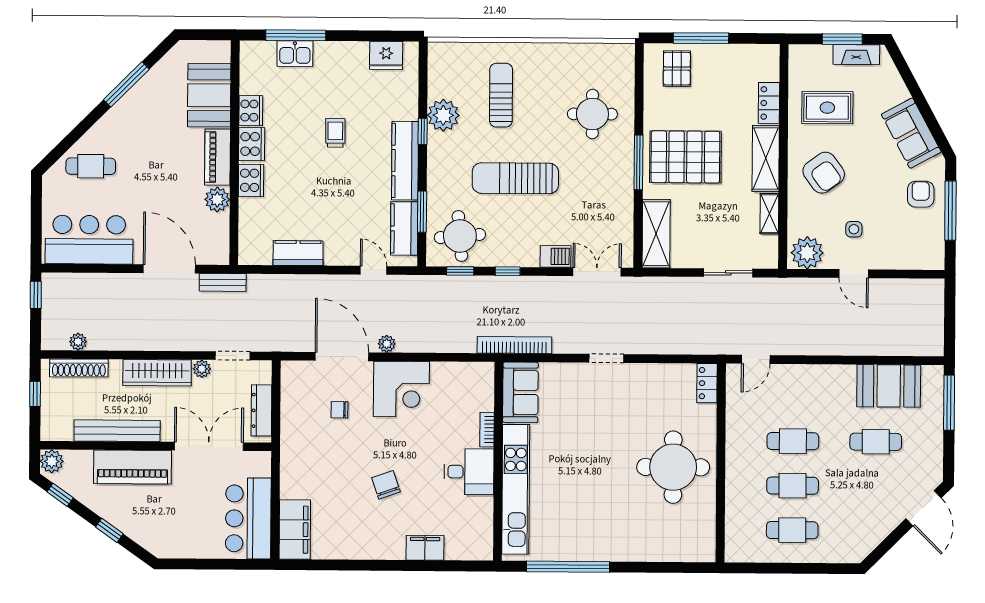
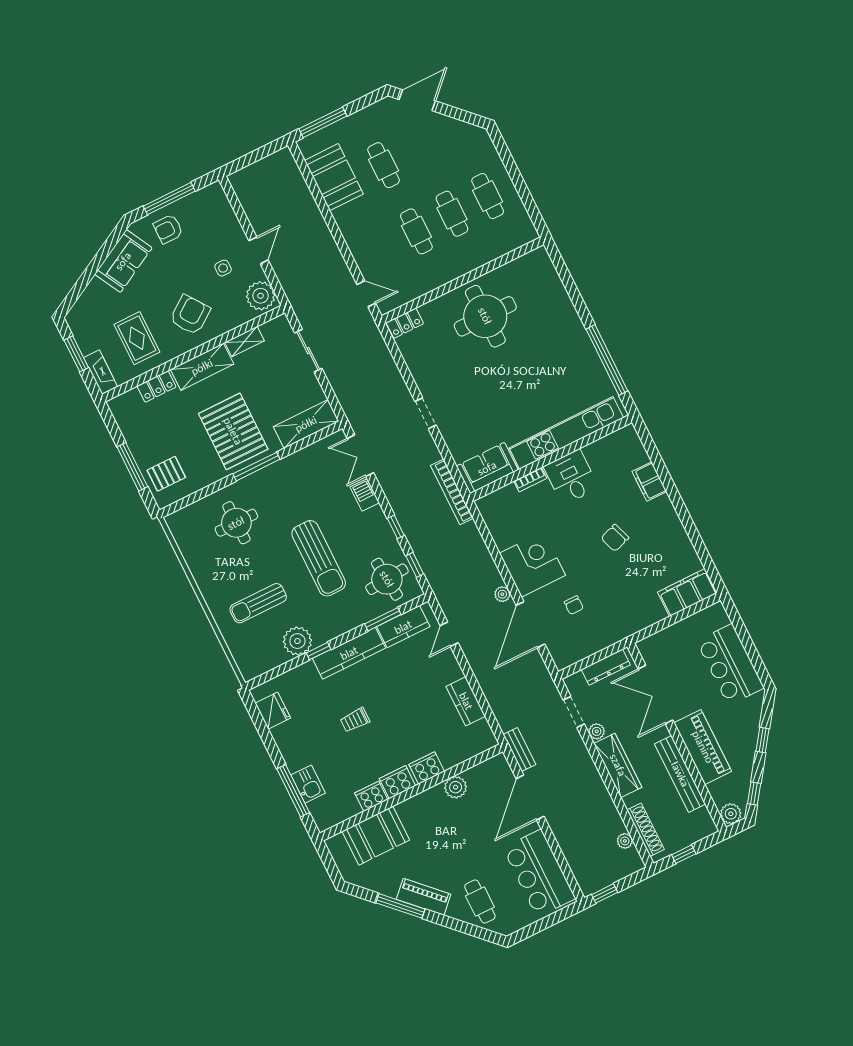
fireplace: (856, 55) -> (101, 372), moved
piano: (218, 157) -> (424, 897), moved, turned -135
bar counter: (248, 518) -> (730, 665), moved, turned 90

